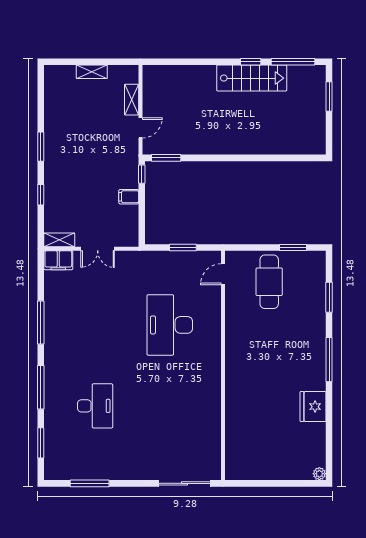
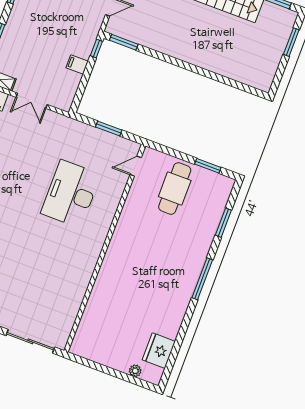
fridge: (313, 407) -> (159, 351), moved
plant: (319, 474) -> (135, 371), moved

